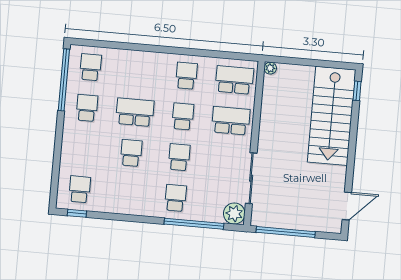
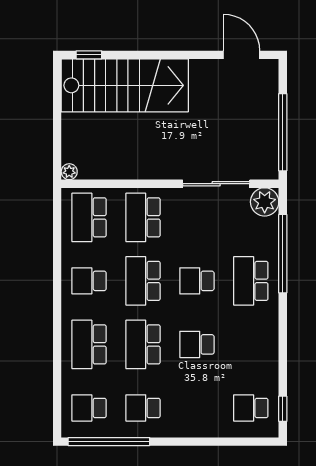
school desk: (138, 71) -> (89, 344), added
school desk: (183, 116) -> (143, 281), width x1.85
school desk: (176, 198) -> (251, 281), width x1.85

